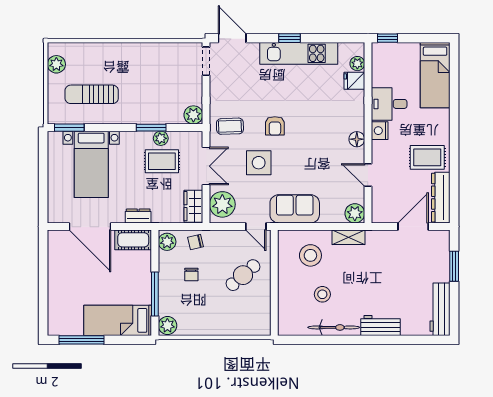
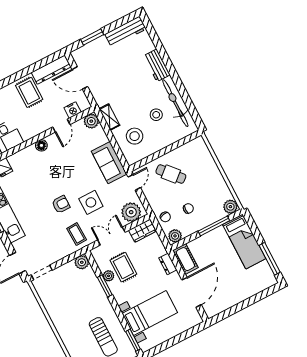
nightstand: (380, 131) -> (73, 110), moved
bicycle: (334, 327) -> (175, 103), width x1.37, depth x1.40

